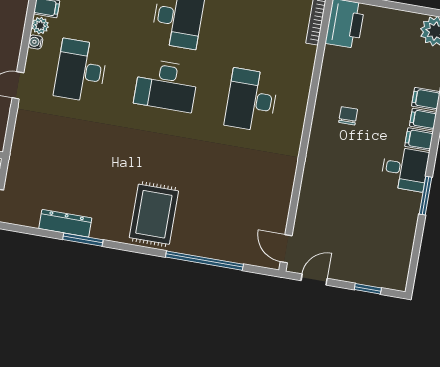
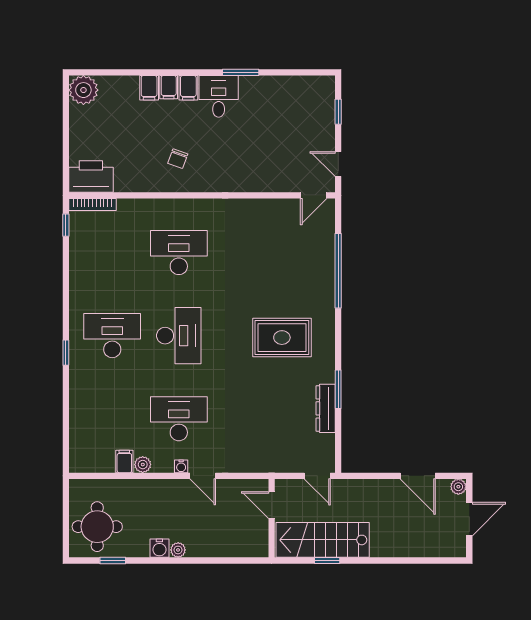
water cooler: (35, 42) -> (181, 466), moved
desk: (81, 71) -> (179, 419), turned 180
desk: (251, 100) -> (179, 253), turned 180
chair: (348, 116) -> (178, 159), turned -70
rug: (154, 214) -> (282, 338), moved

